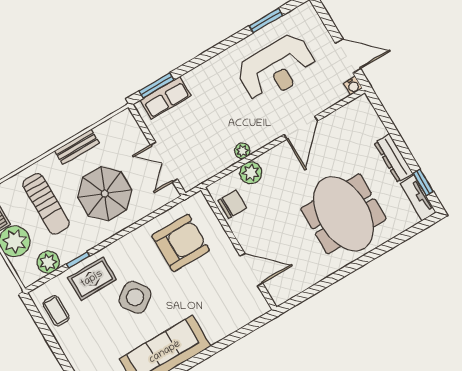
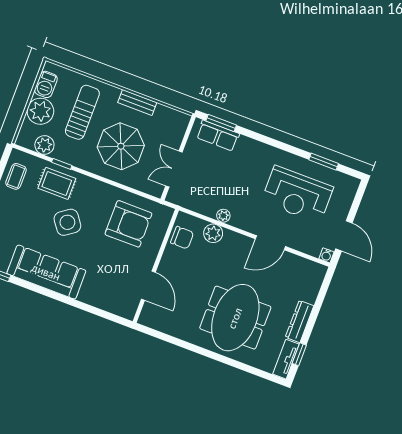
sun lounger: (46, 204) -> (82, 112), turned 180

